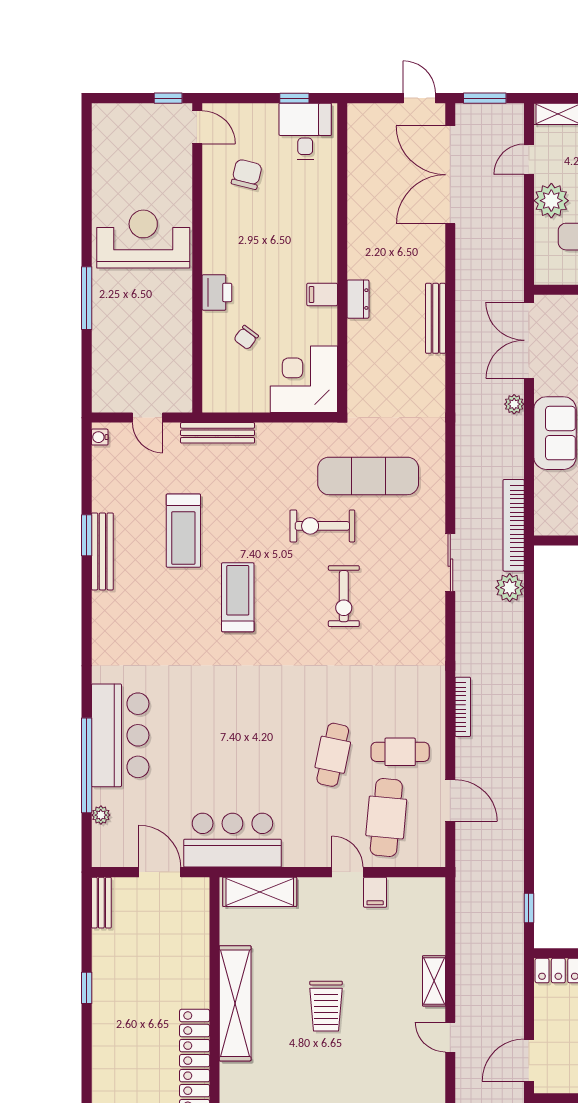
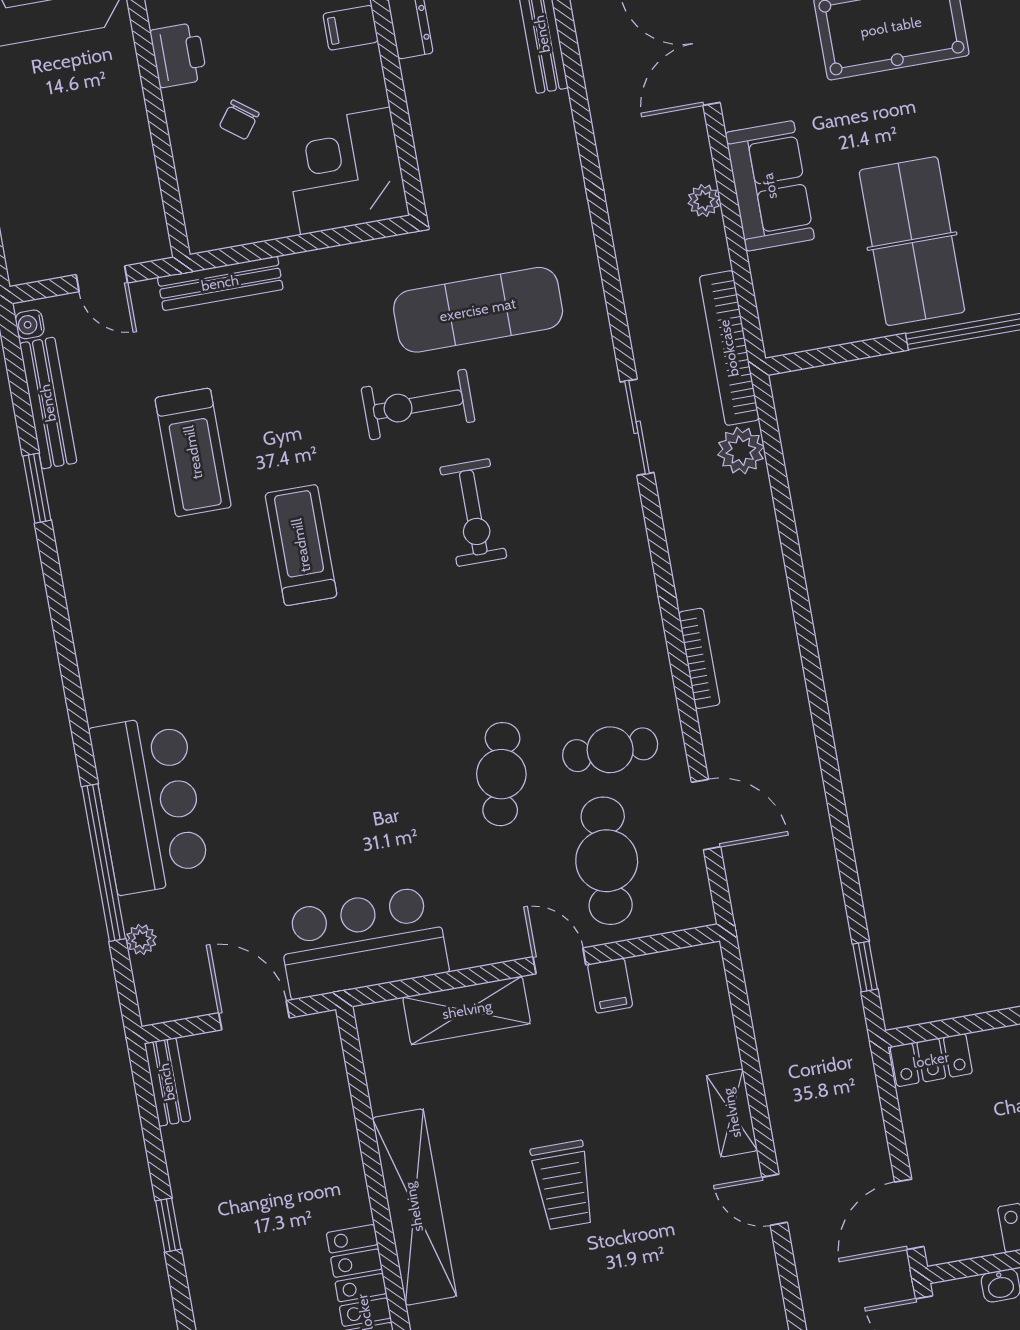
plant: (514, 404) -> (704, 201), moved
bench: (102, 551) -> (48, 403), moved
shelving: (260, 892) -> (467, 1010), moved

